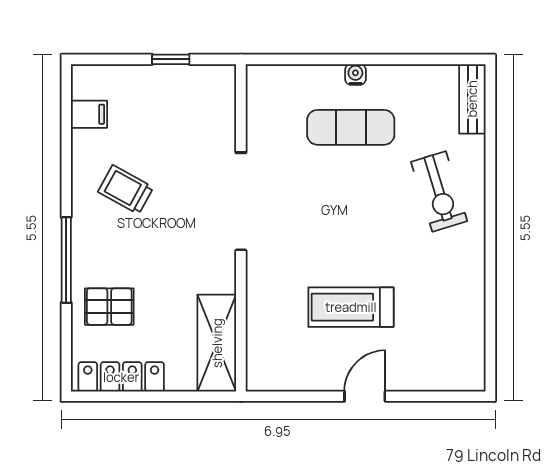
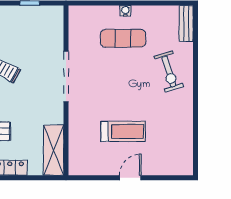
treadmill: (351, 307) -> (123, 131), turned 180

